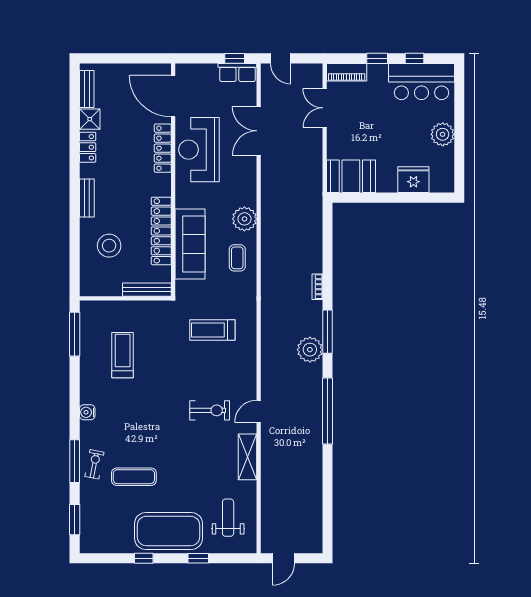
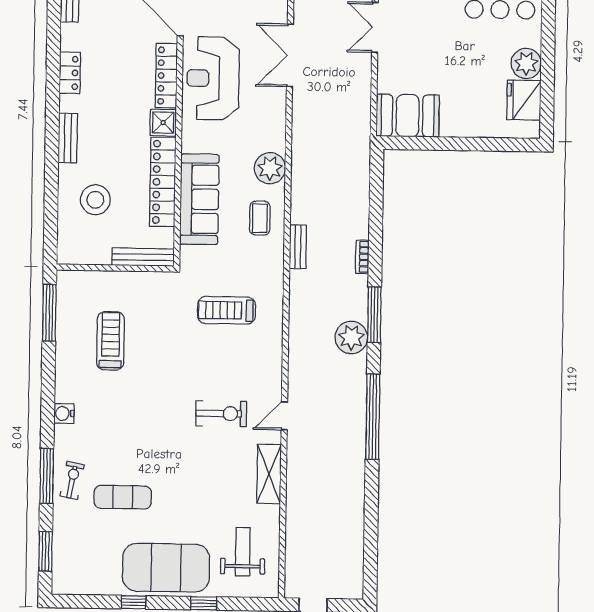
shower: (90, 119) -> (163, 123), moved
fridge: (413, 180) -> (524, 100), moved, turned -90
bench: (267, 280) -> (298, 247), added

